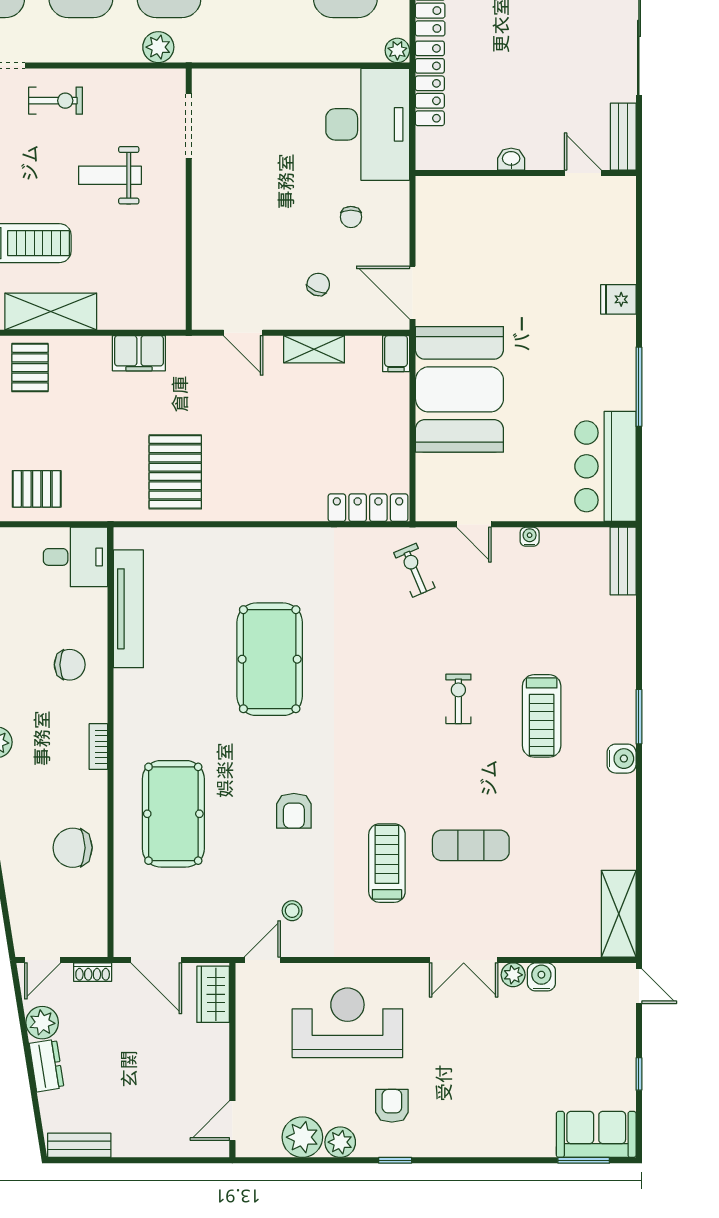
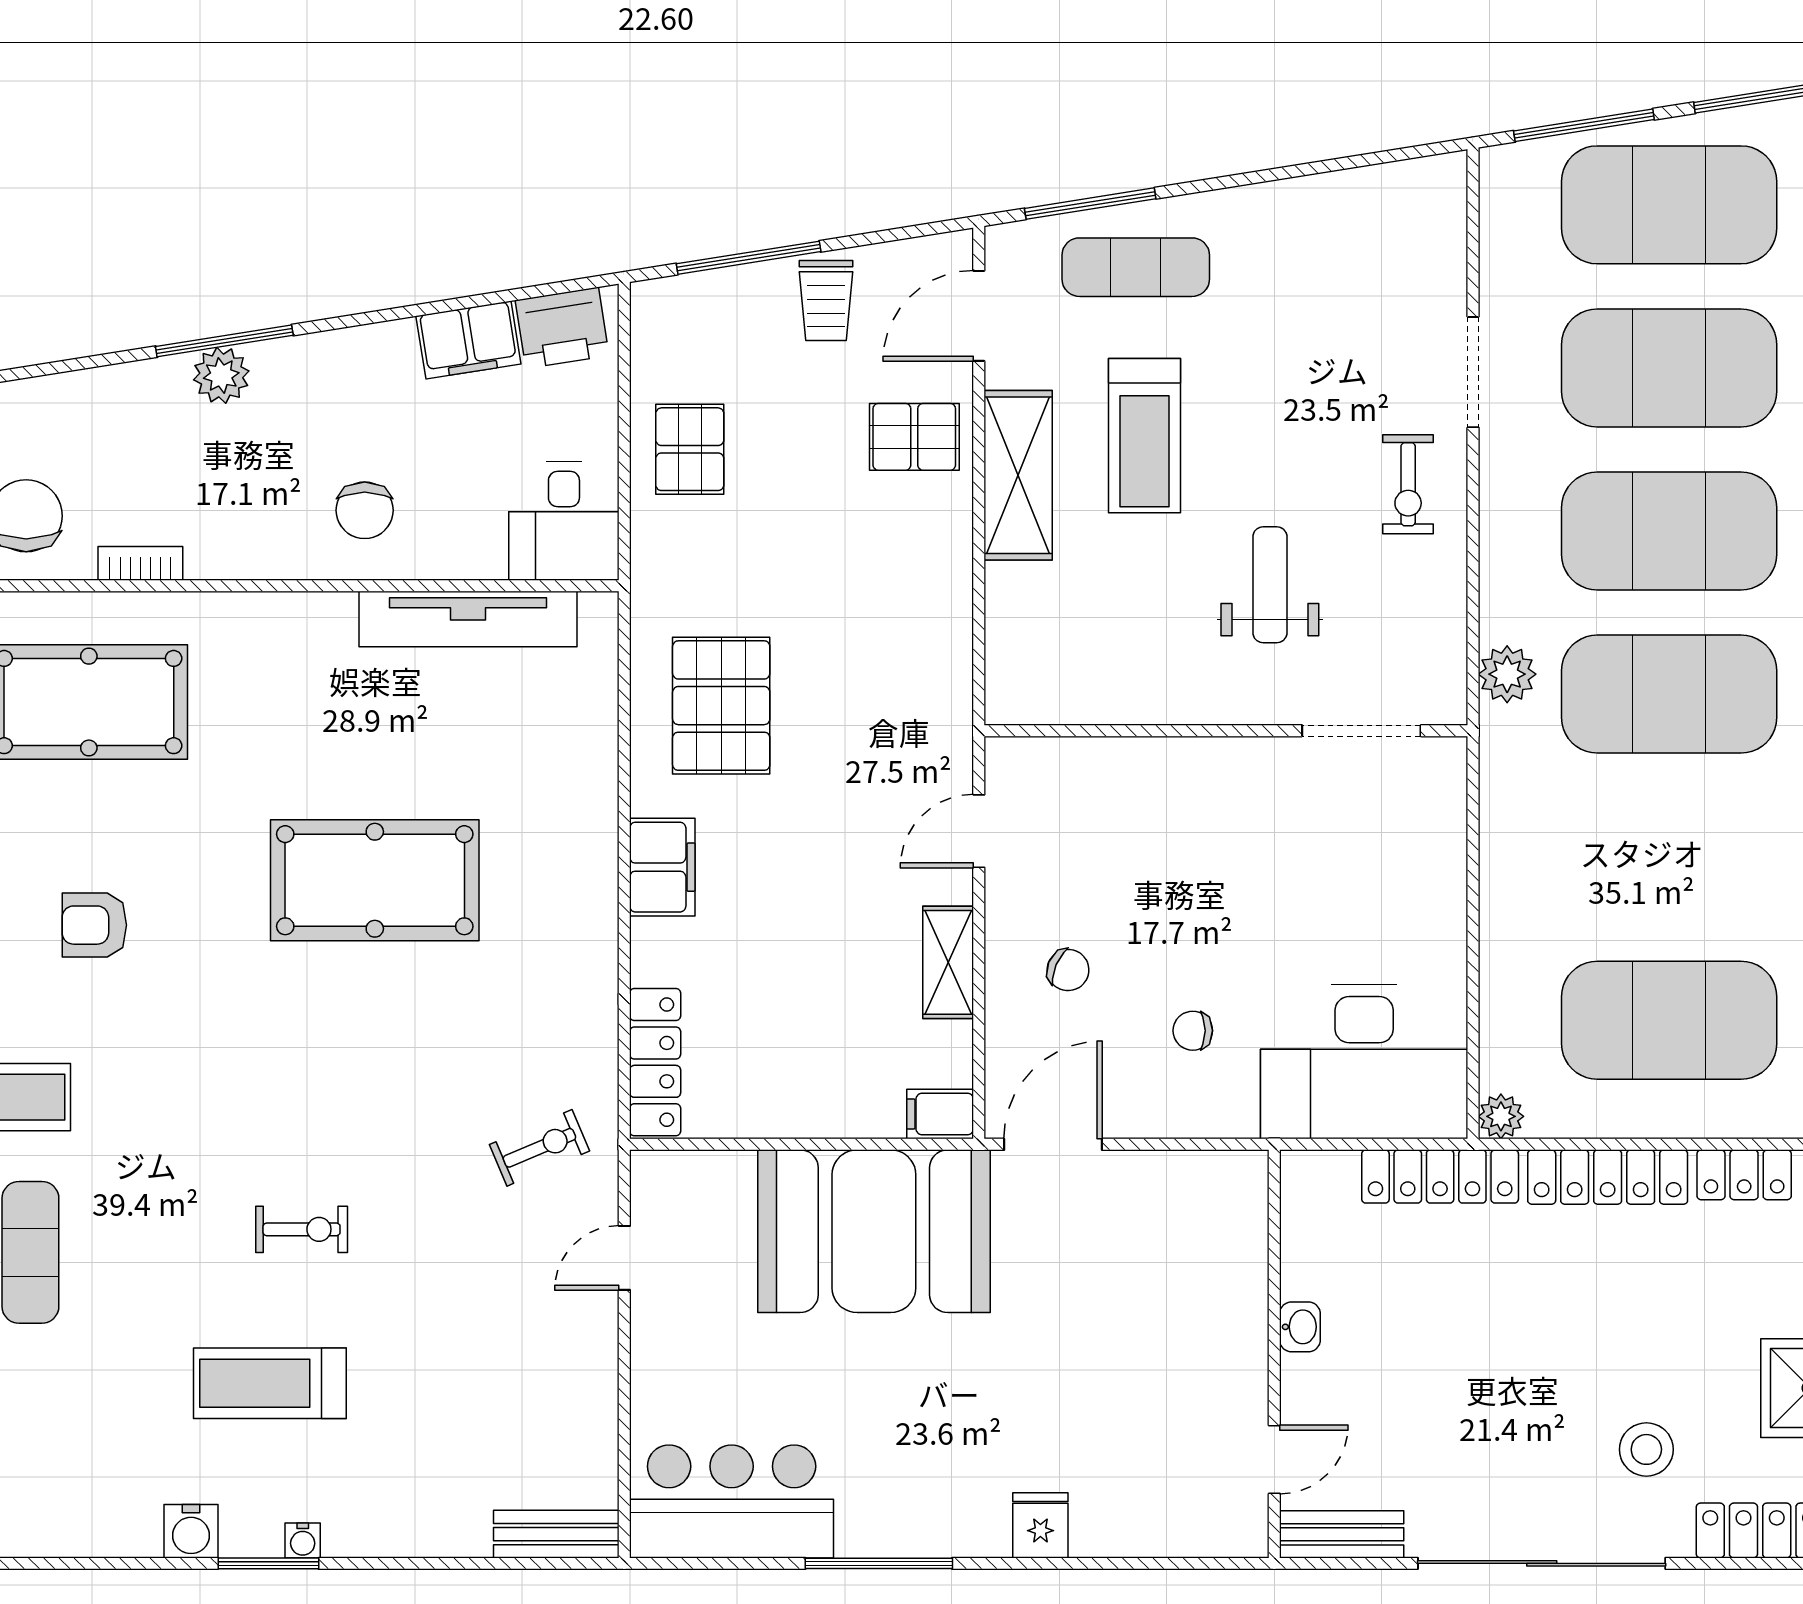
filing cabinet: (139, 353) -> (662, 867), moved, turned 180
pallet: (175, 472) -> (721, 706), turned 90
water cooler: (530, 537) -> (303, 1540), moved, turned 90
bookcase: (98, 747) -> (140, 563), moved

